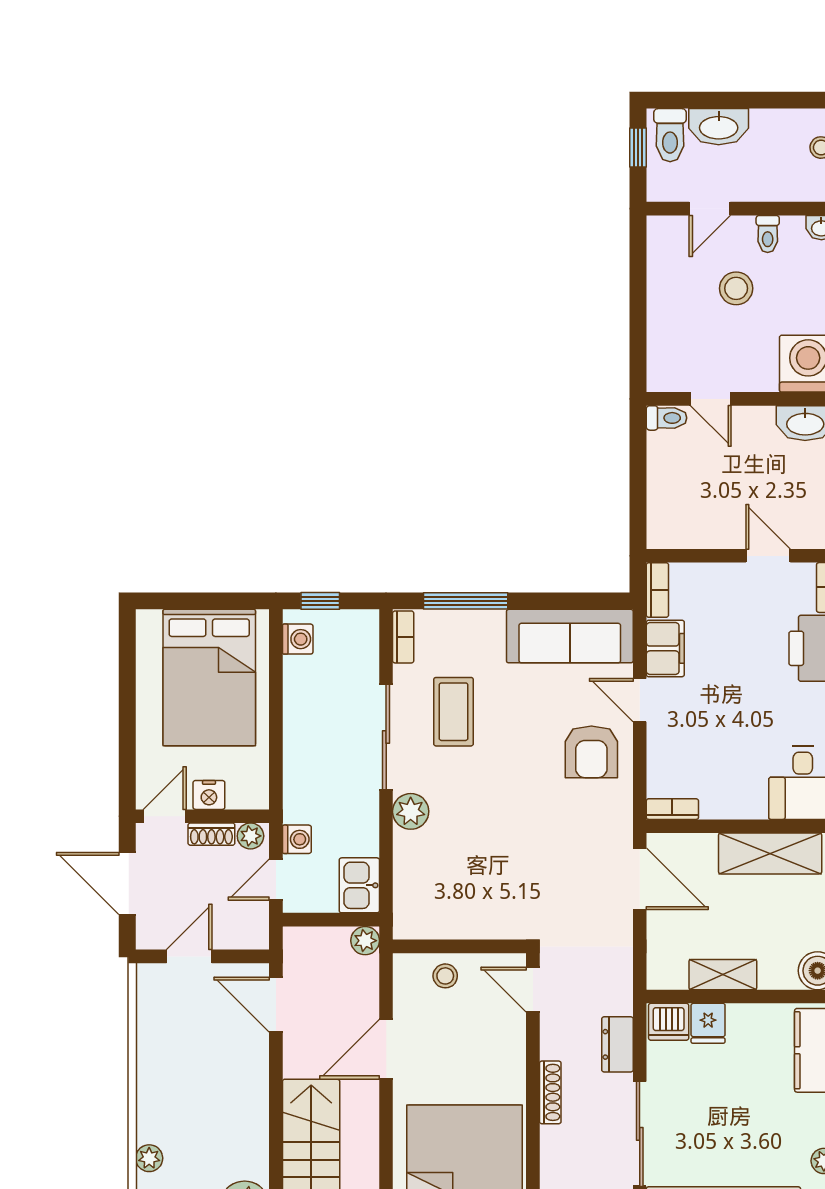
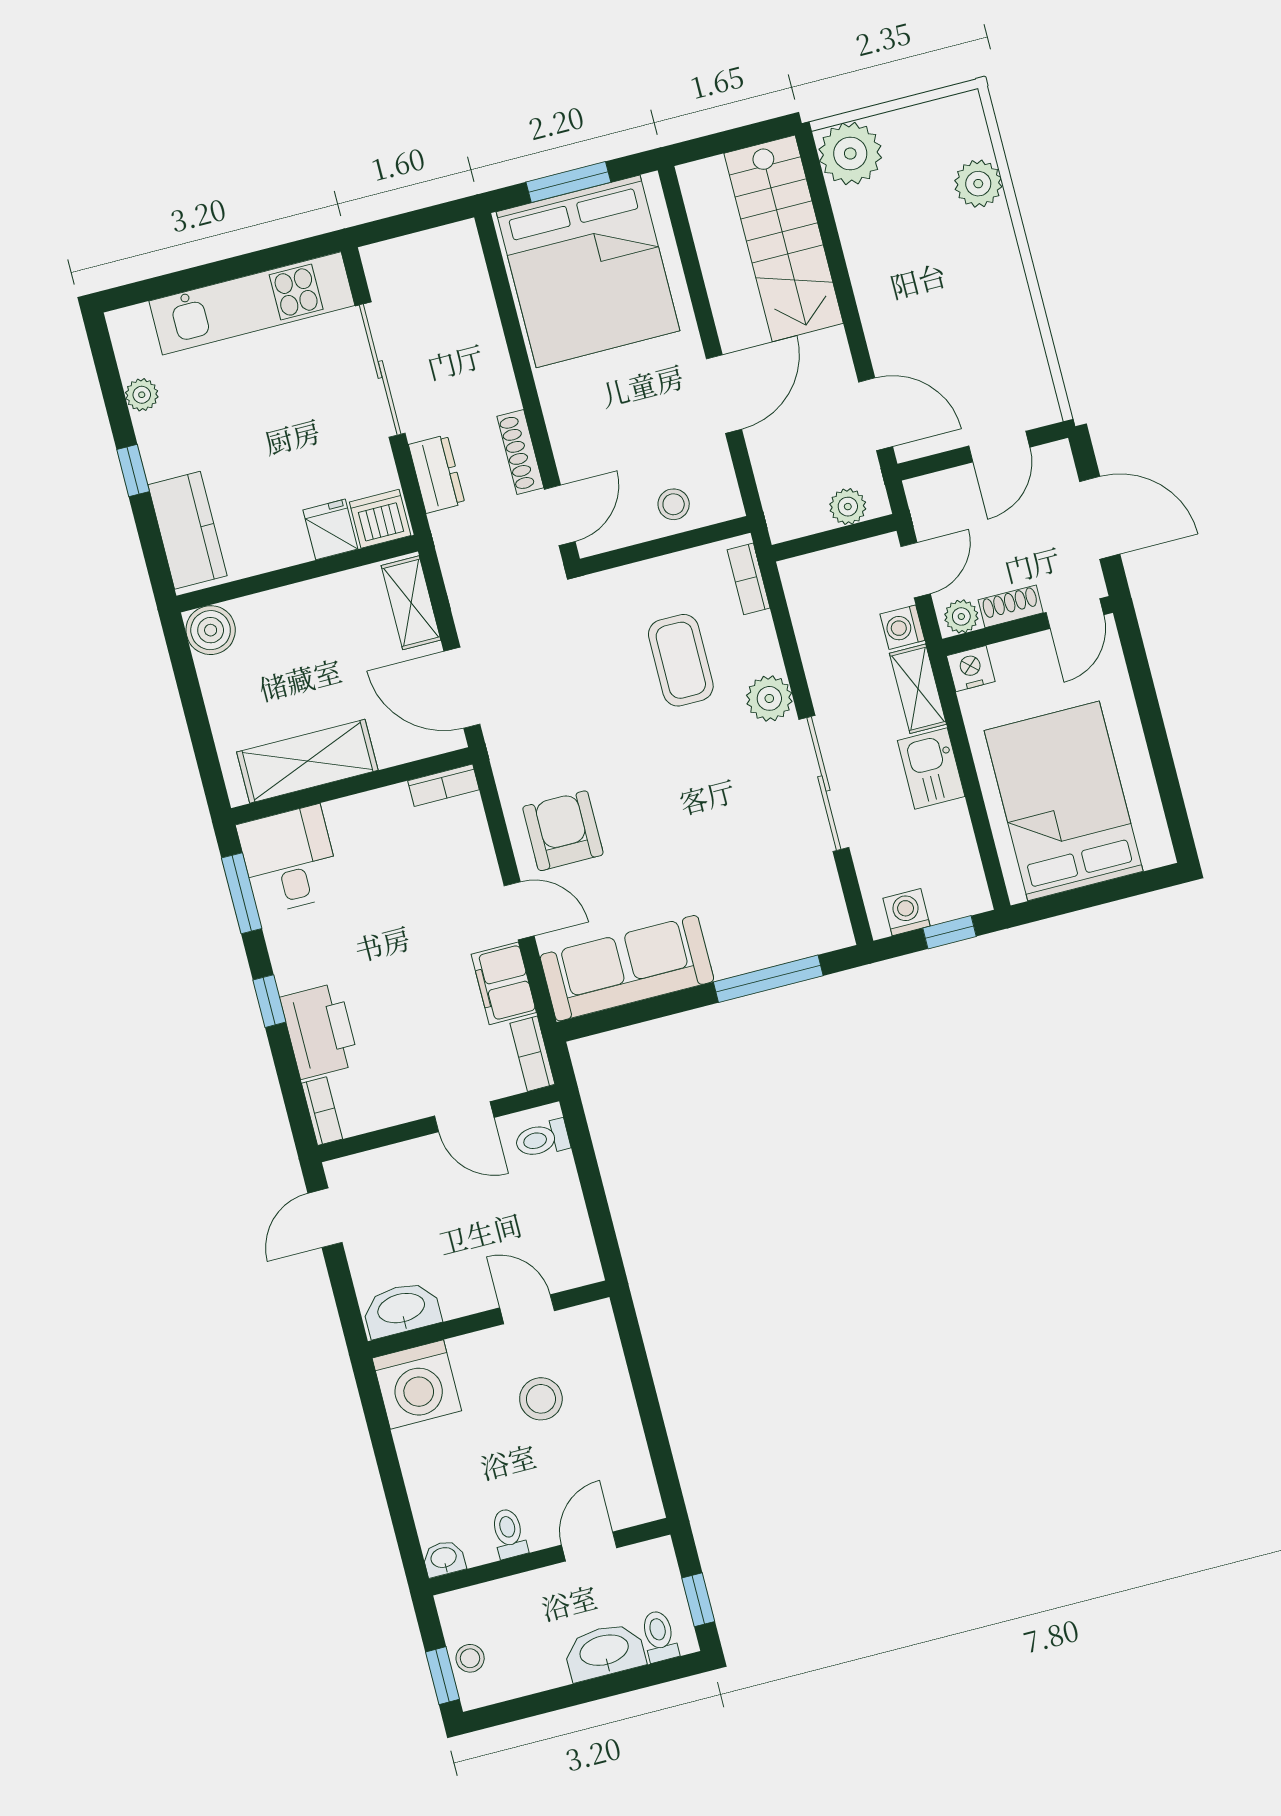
toilet: (670, 135) -> (659, 1636), width x0.73, depth x0.72
stool: (736, 288) -> (541, 1399), moved
toilet: (667, 418) -> (542, 1139), moved
door: (768, 556) -> (464, 1117), moved
bookcase: (403, 637) -> (749, 579), moved
washing machine: (298, 639) -> (906, 912), moved, turned 90
coffee table: (454, 712) -> (681, 660), moved
shelving: (297, 790) -> (918, 689), added
nightstand: (209, 795) -> (971, 669), moved
kitchen sink: (359, 885) -> (931, 769), moved, turned 180
plant: (365, 941) -> (848, 507), moved
shelving: (723, 975) -> (411, 603), moved, turned 90
door: (533, 990) -> (560, 515), hinge flipped
shoe rack: (550, 1092) -> (520, 452), moved
plant: (149, 1158) -> (978, 184), width x1.38, depth x1.38

